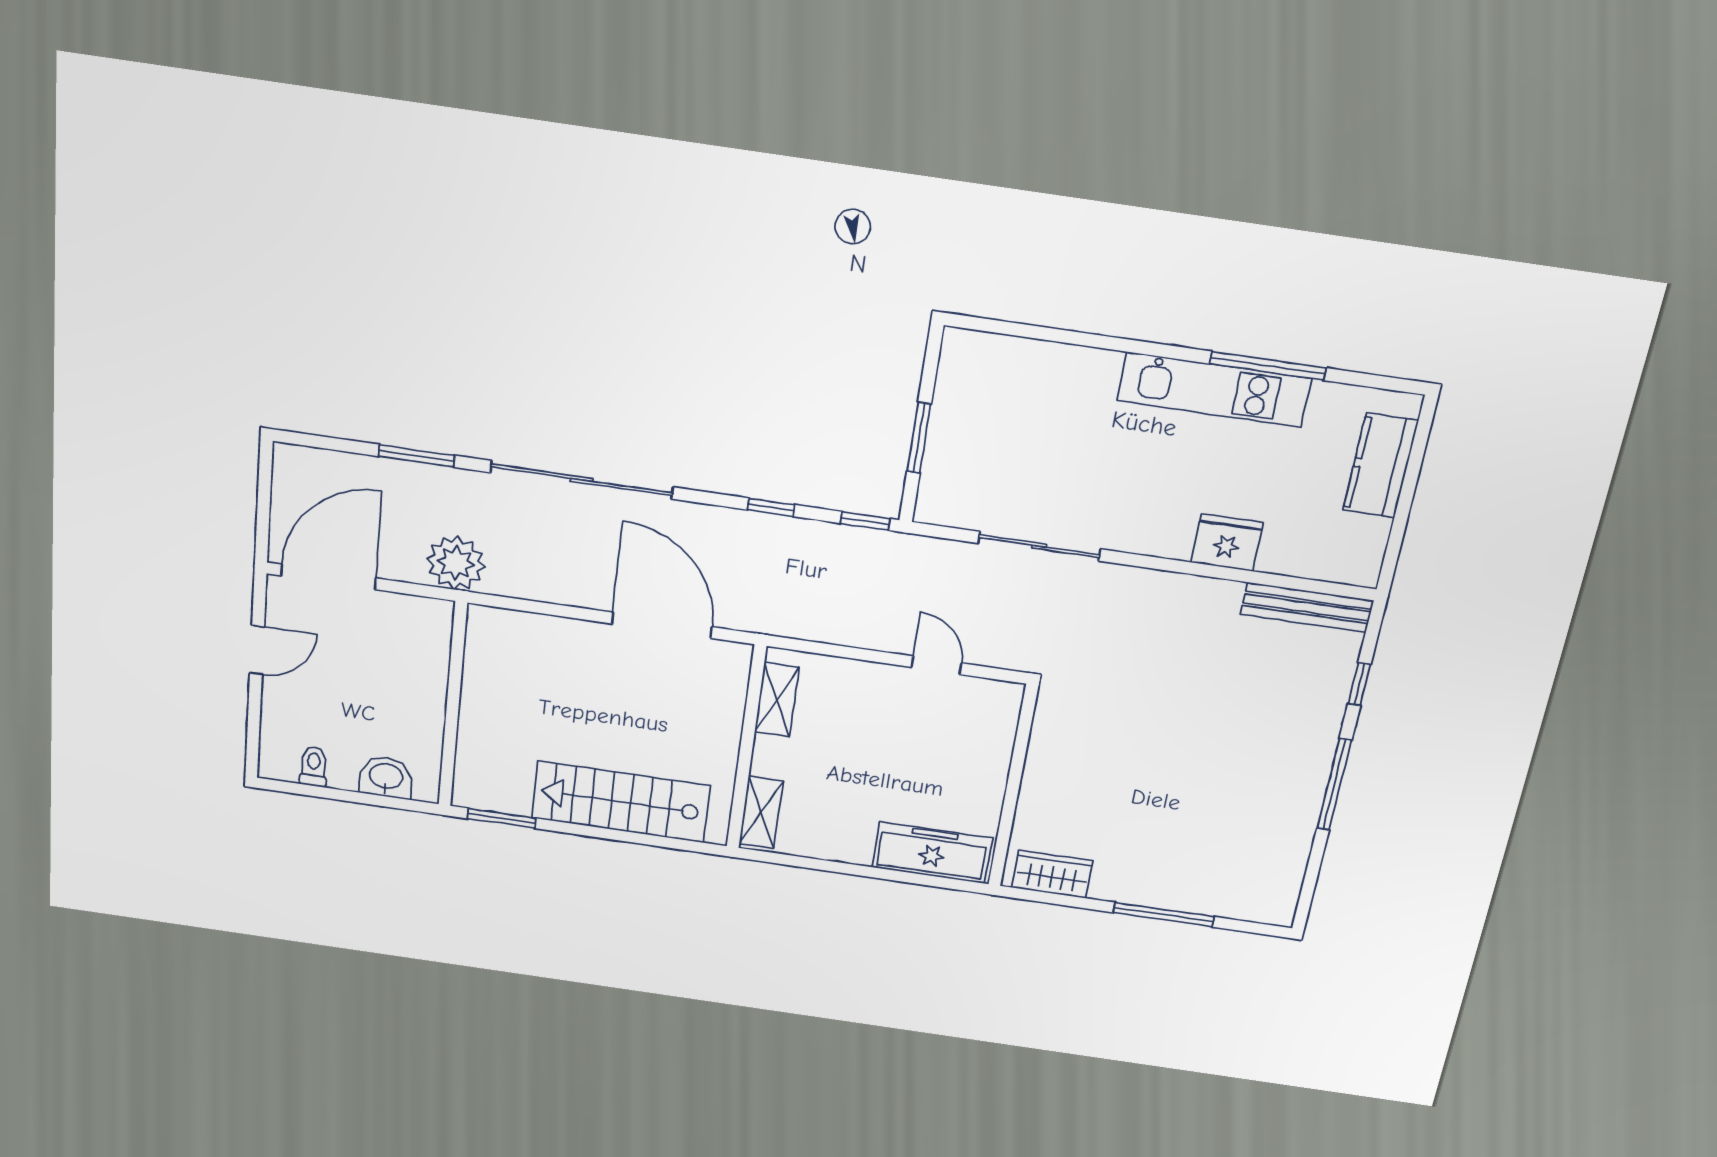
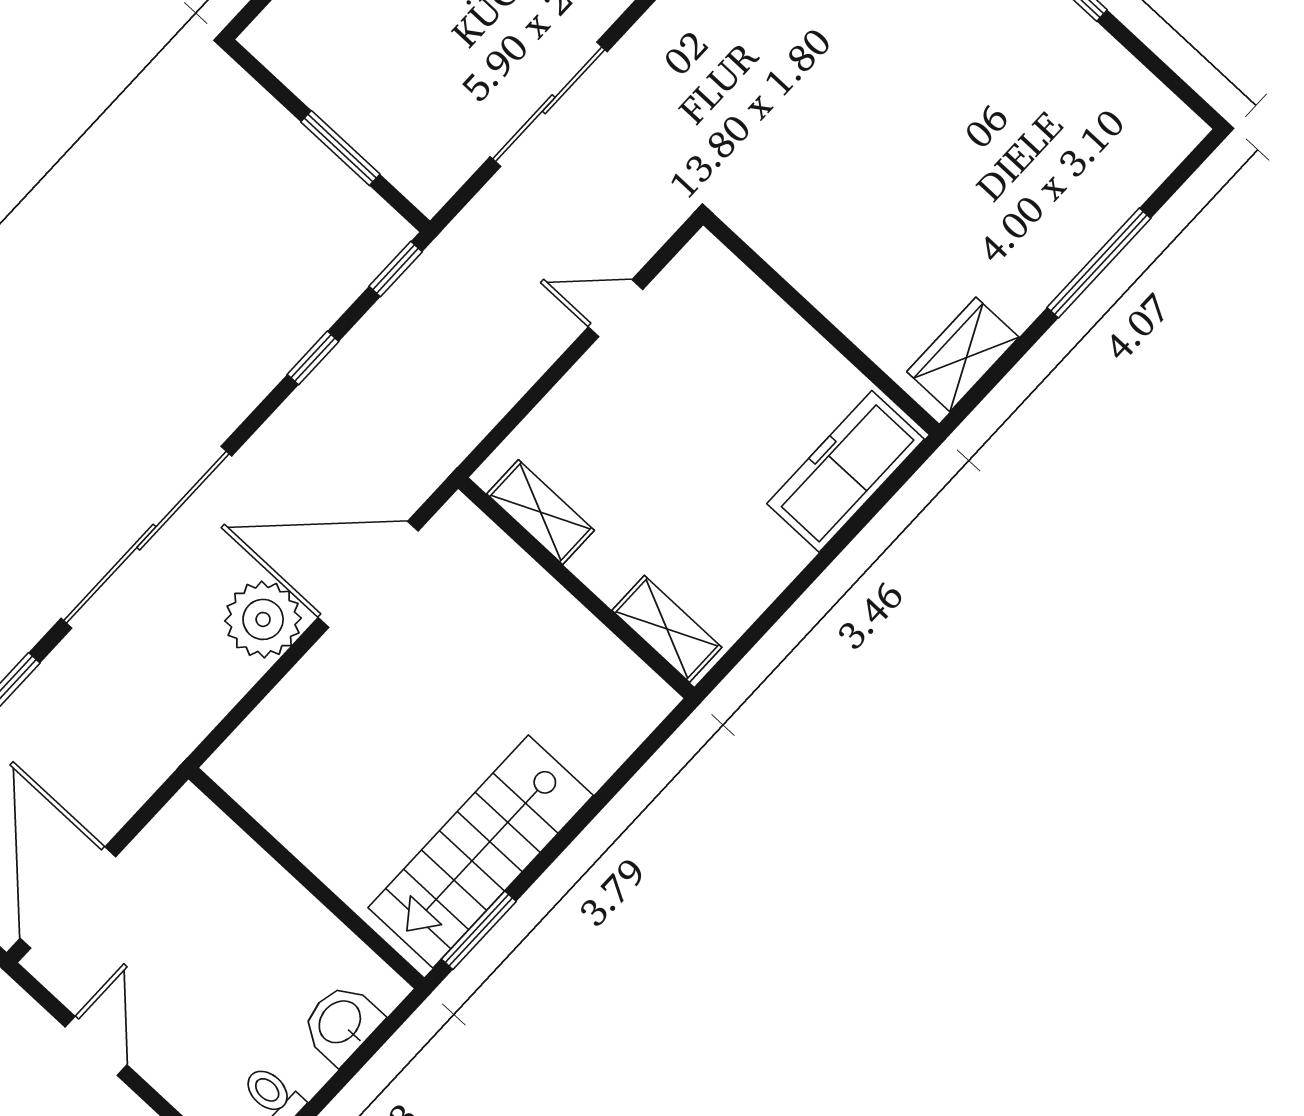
plant: (456, 563) -> (263, 619), moved
stairs: (621, 802) -> (481, 851), moved

